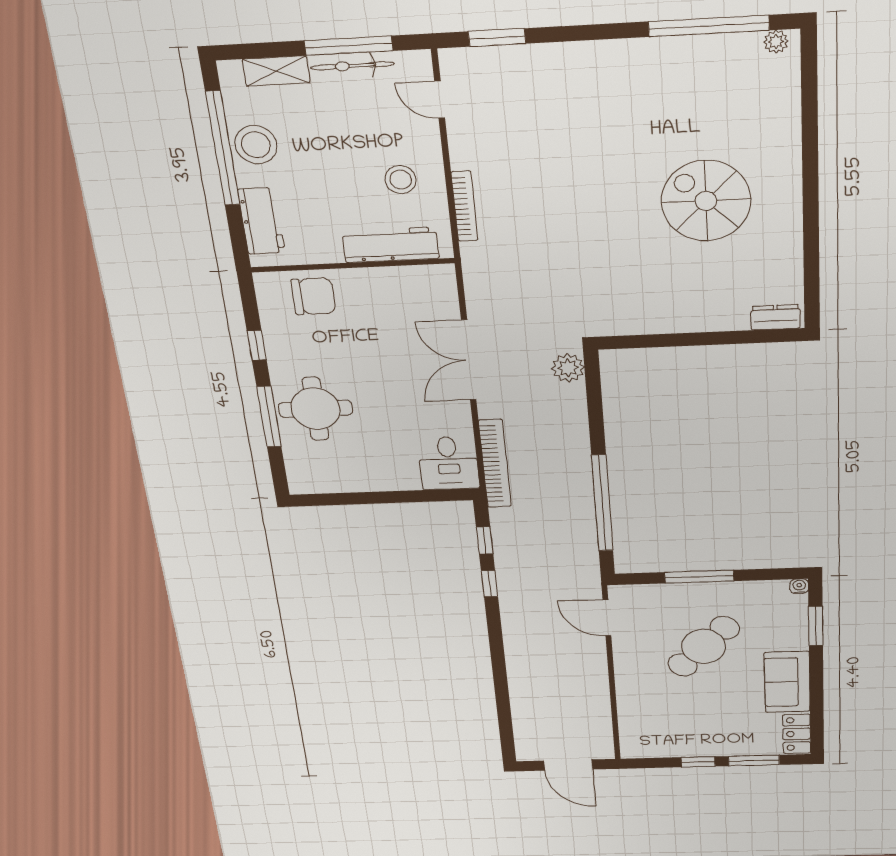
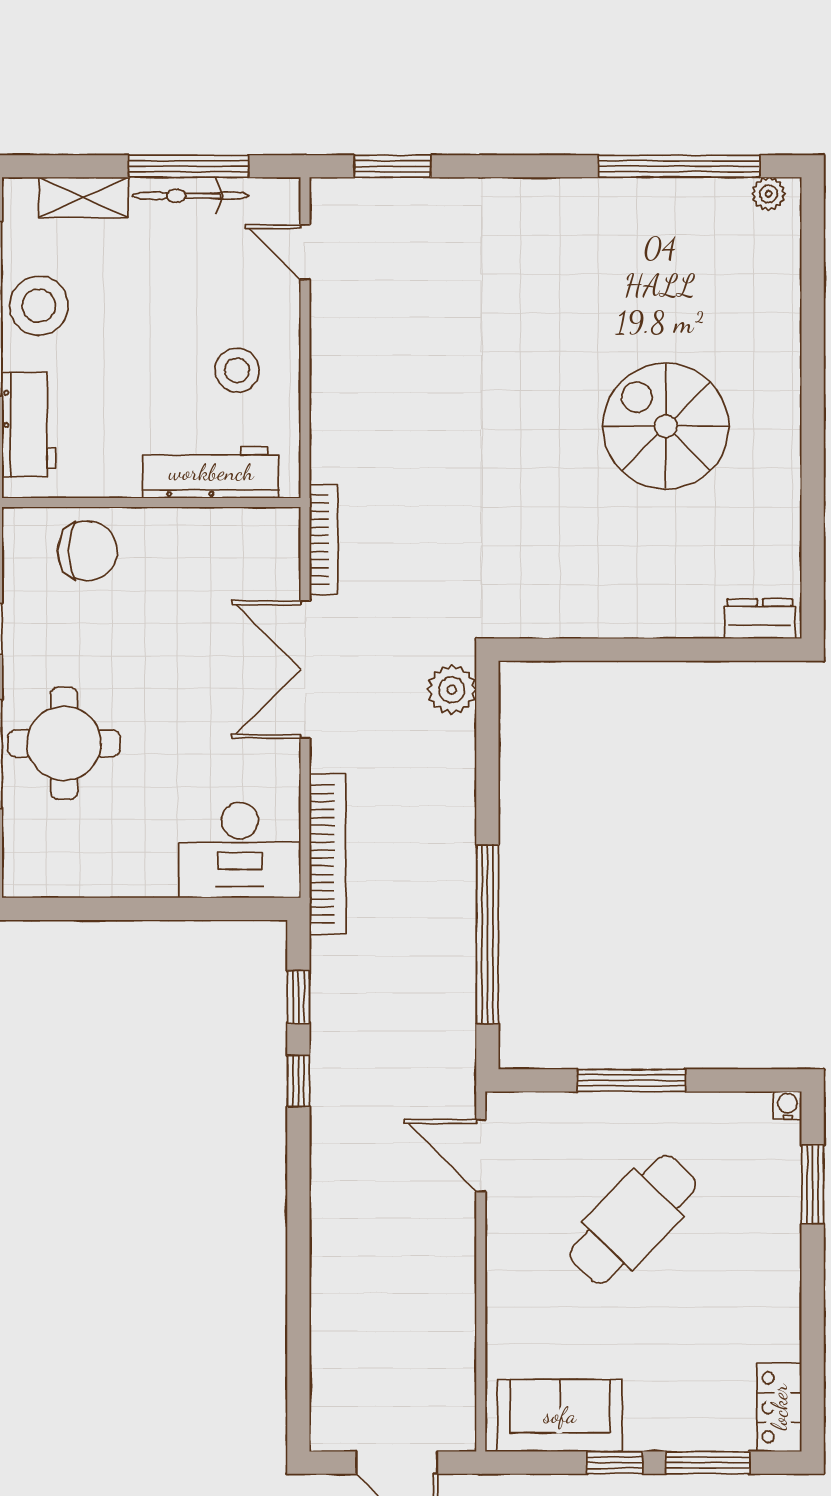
bookcase: (464, 206) -> (324, 539), moved
desk: (448, 463) -> (240, 850), width x1.37
sofa: (787, 682) -> (560, 1415), moved, turned 90

